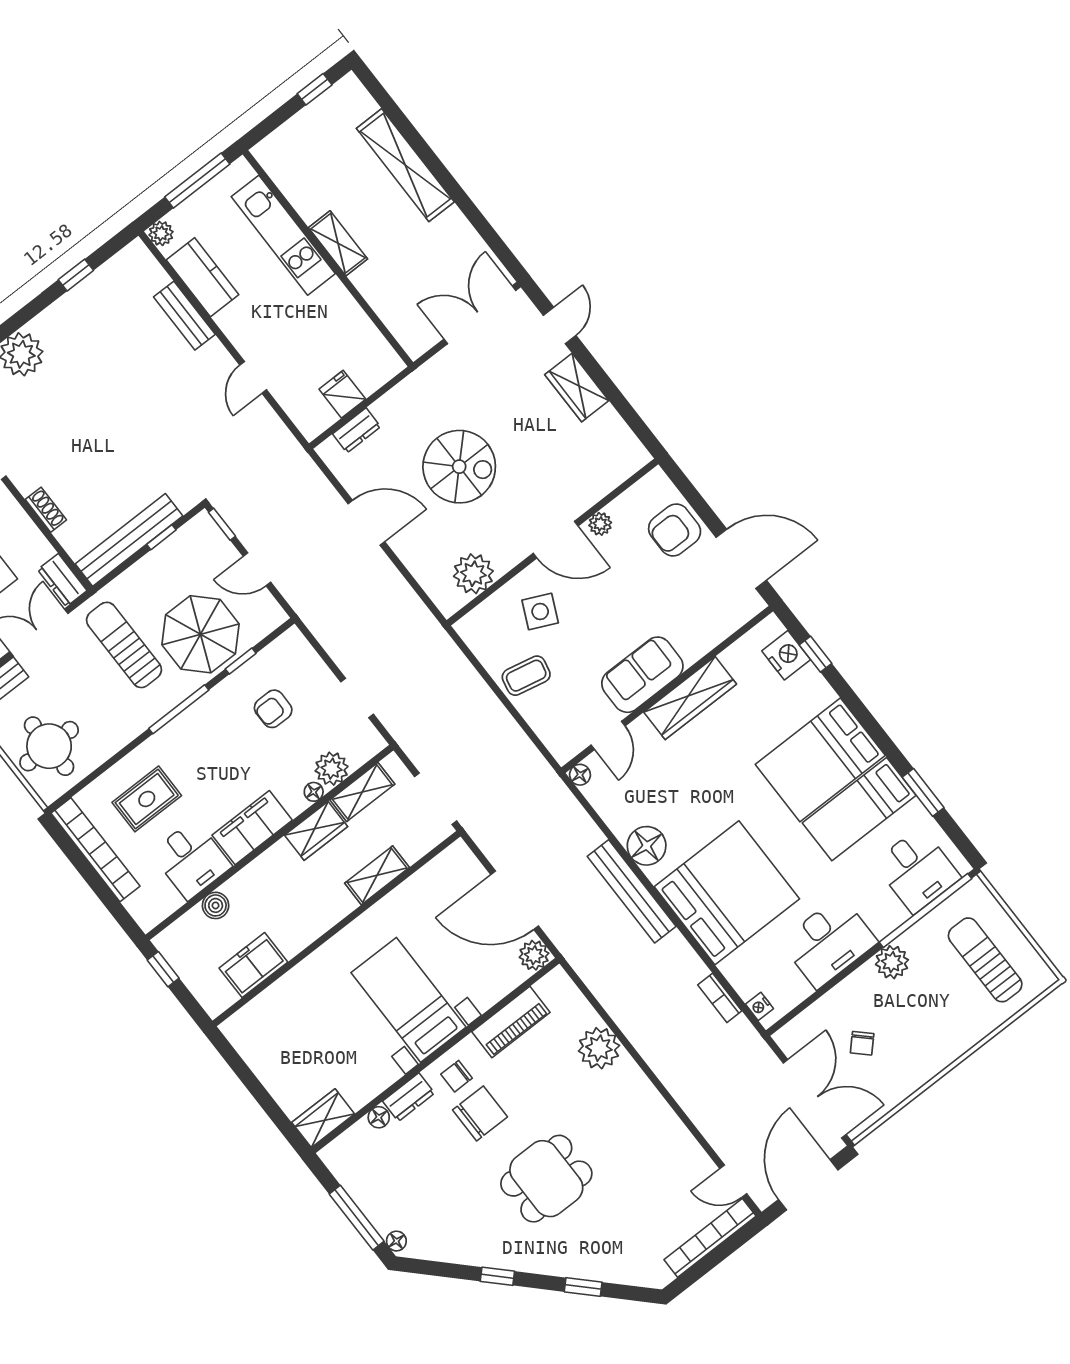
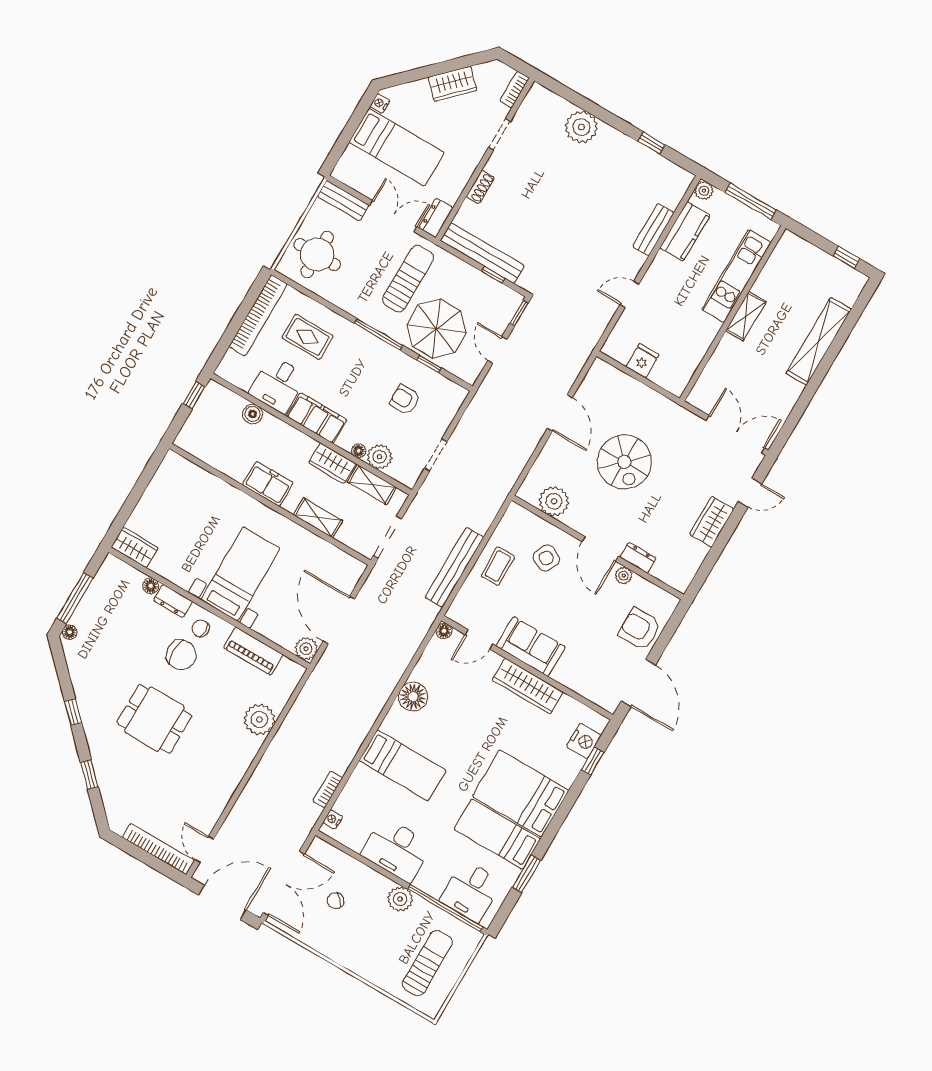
dresser: (357, 430) -> (638, 558), moved, turned 180
coffee table: (526, 676) -> (498, 566), turned 76
bench: (632, 891) -> (454, 567), moved
bed: (727, 893) -> (403, 765), width x0.49
freezer: (253, 965) -> (268, 484), moved

